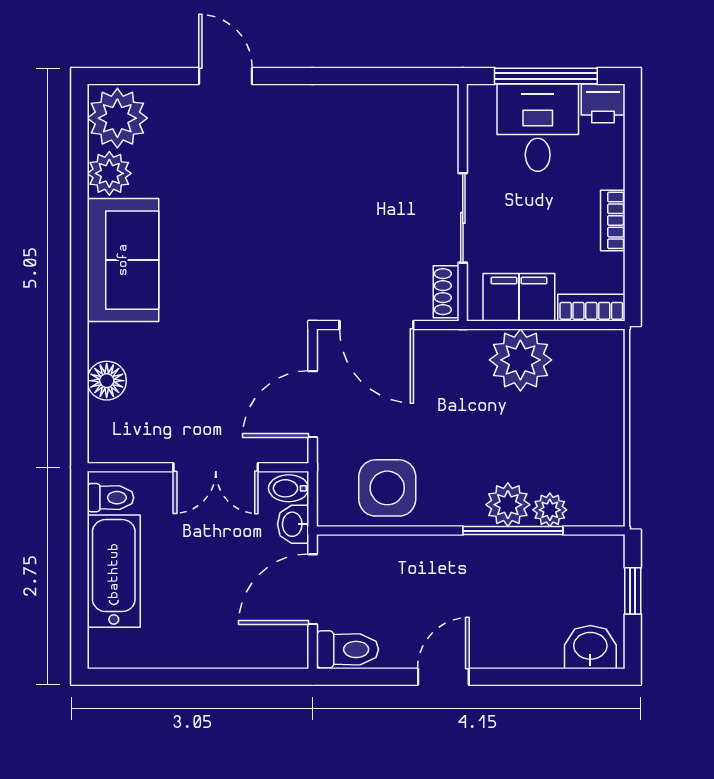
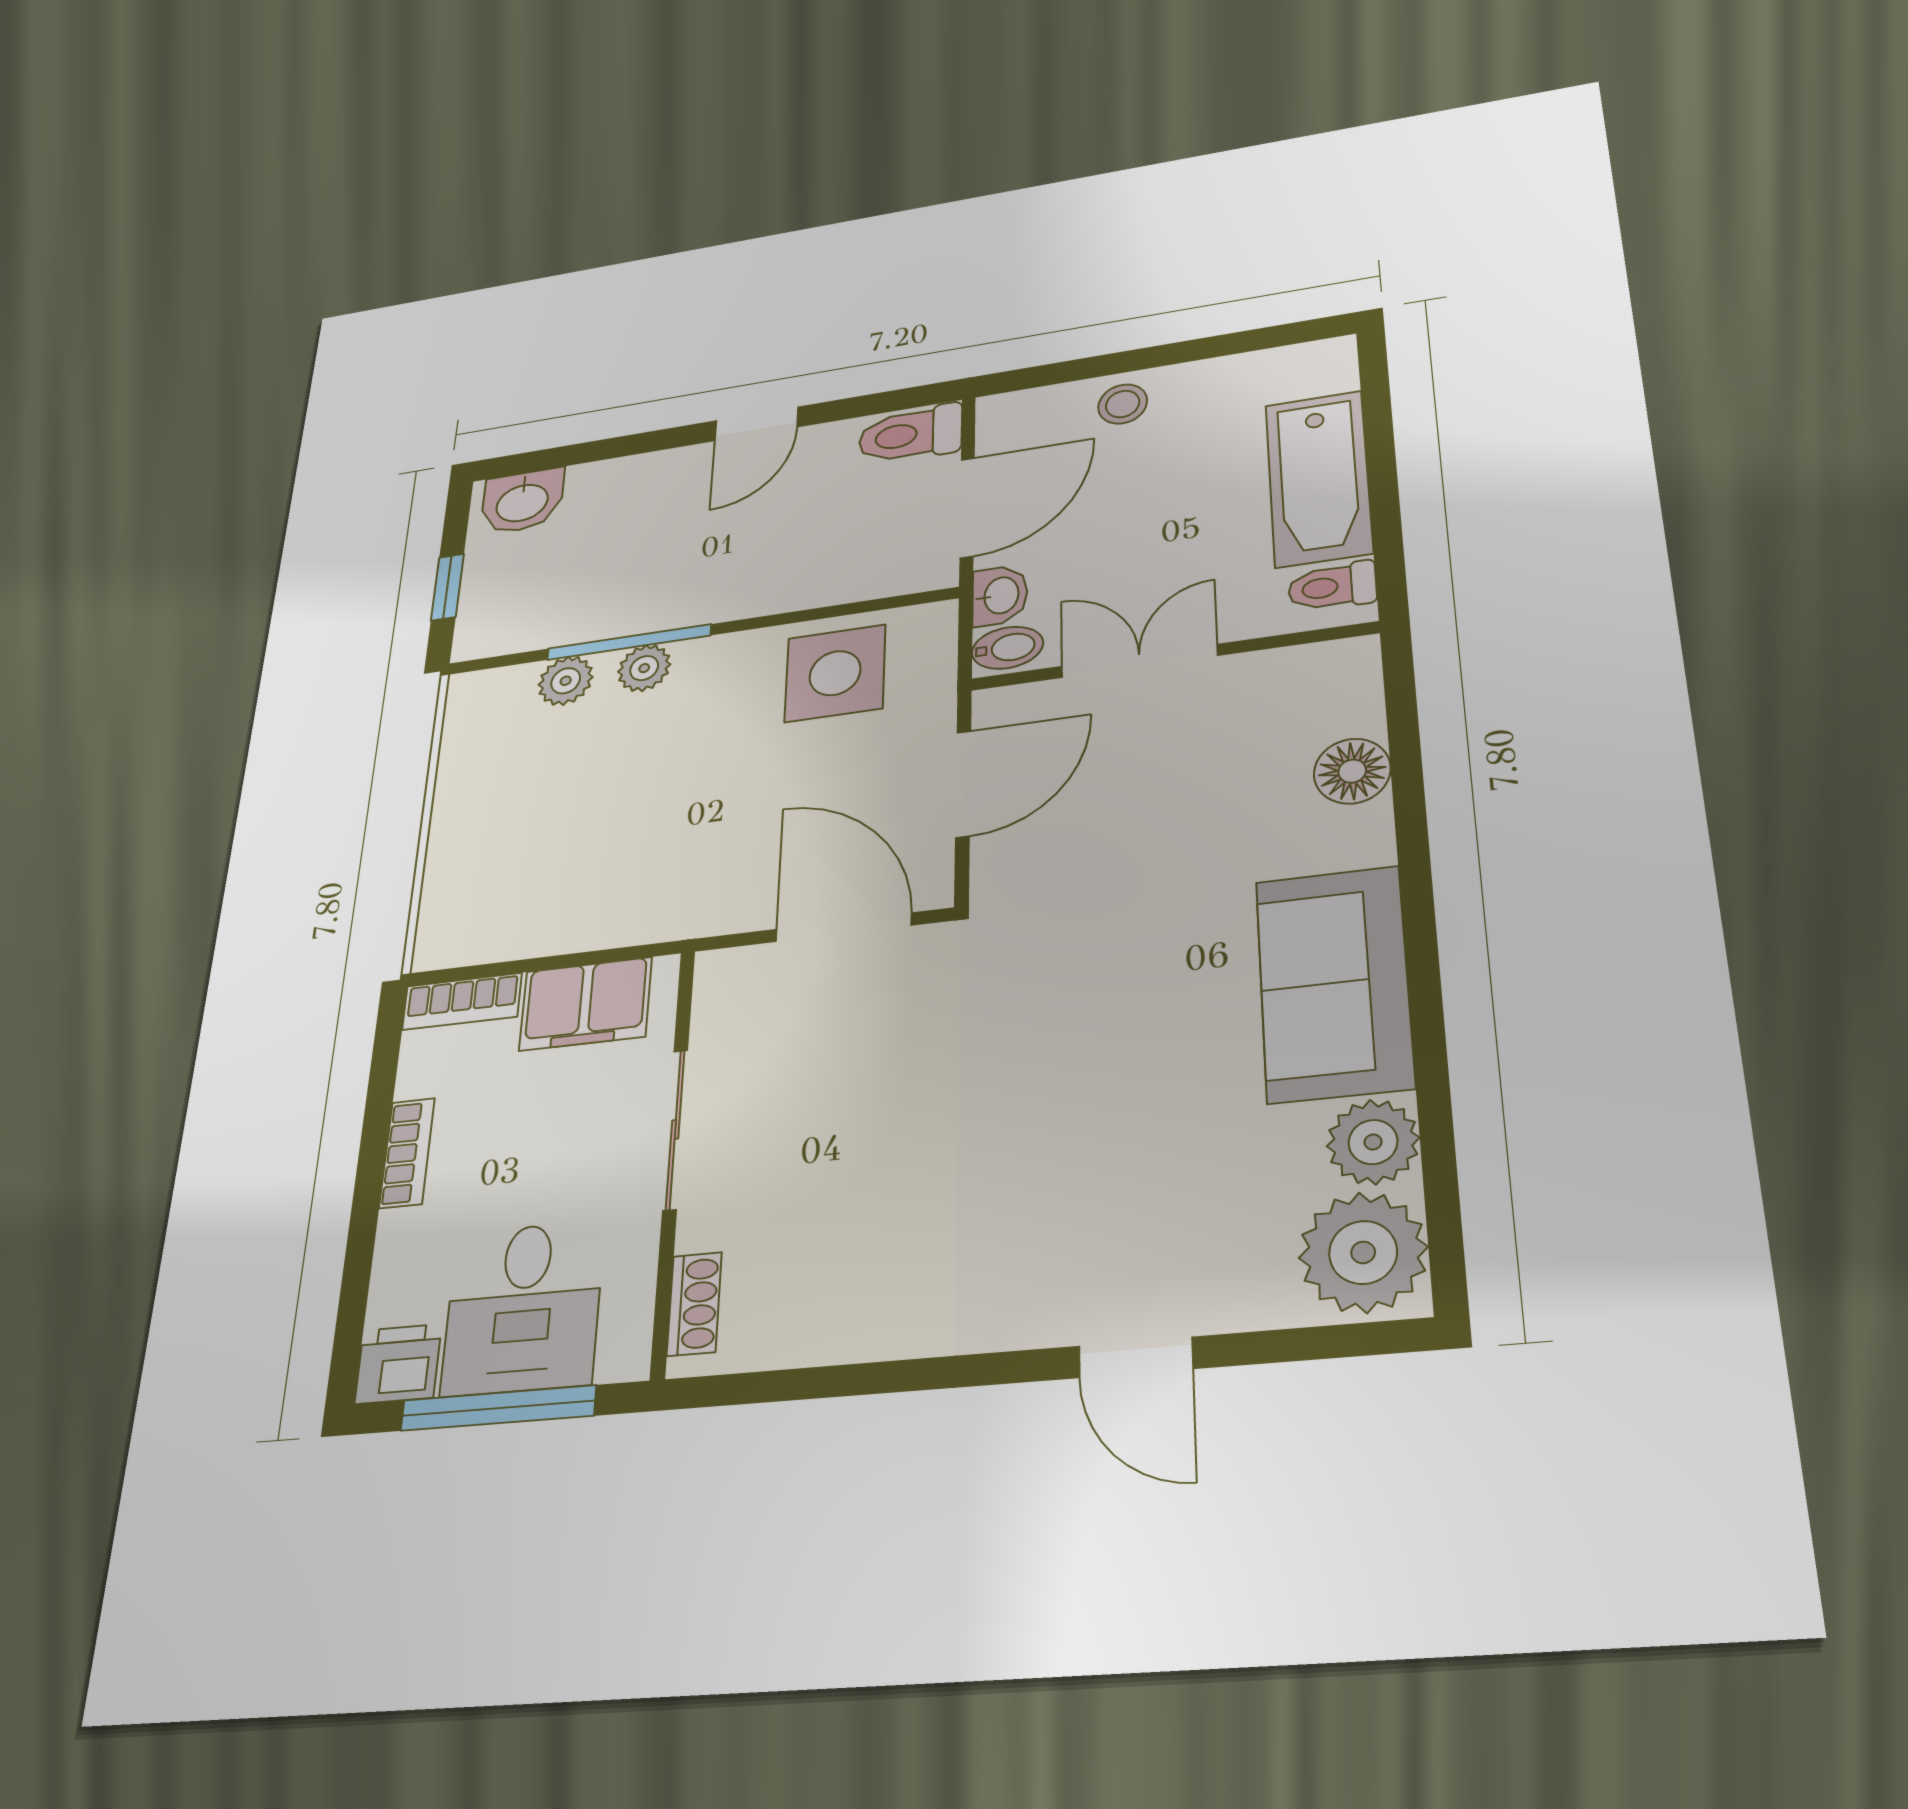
shoe rack: (446, 292) -> (694, 1304), moved
plant: (520, 360) -> (592, 902), removed
plant: (508, 505) -> (644, 668), width x0.73, depth x0.73
stool: (222, 646) -> (1123, 404), added

